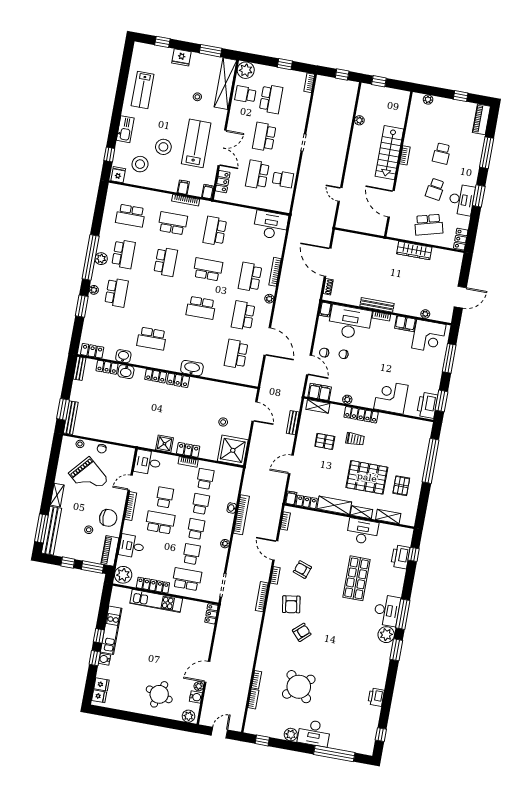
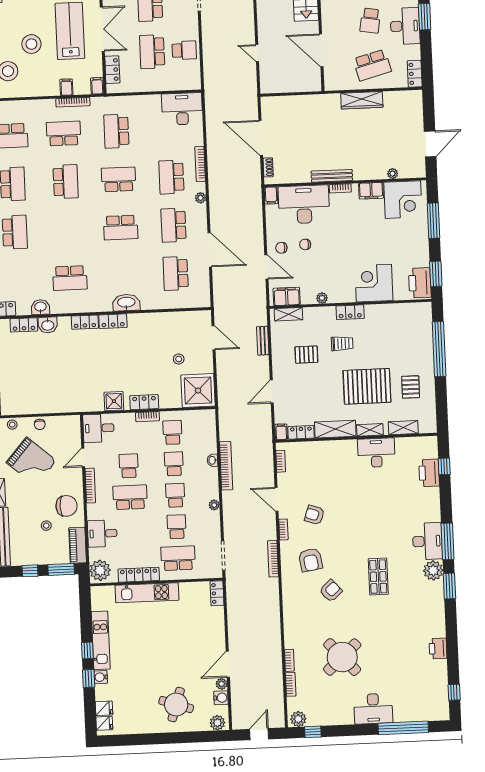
locker: (361, 415) -> (350, 312), width x0.66
shop shelf: (357, 578) -> (378, 577), moved, width x0.70, depth x0.74
plant: (291, 735) -> (298, 719), moved

